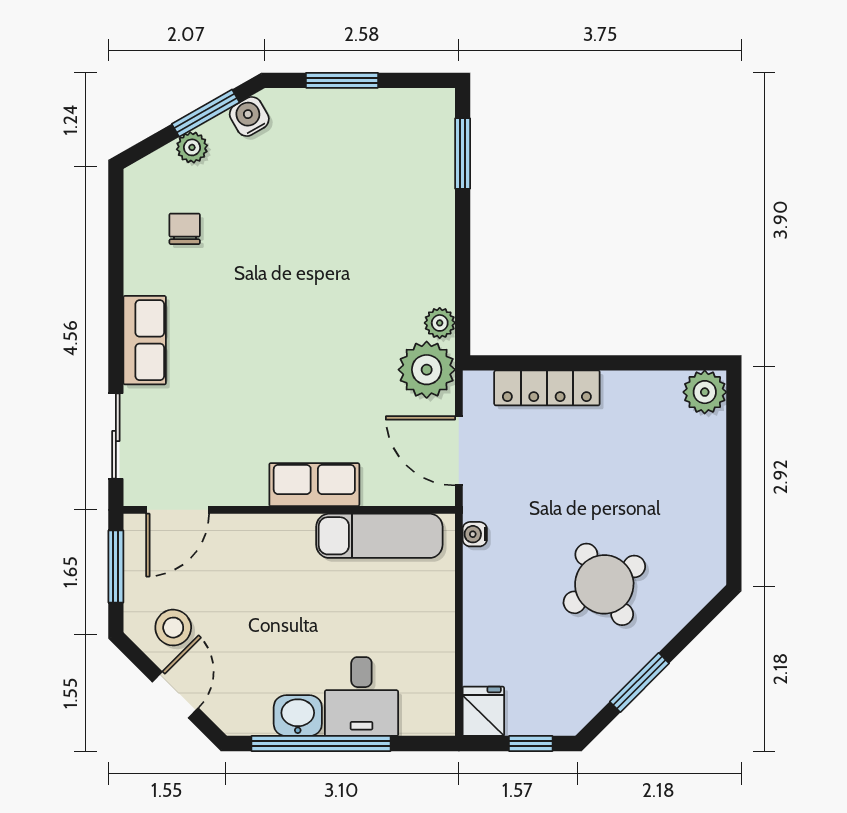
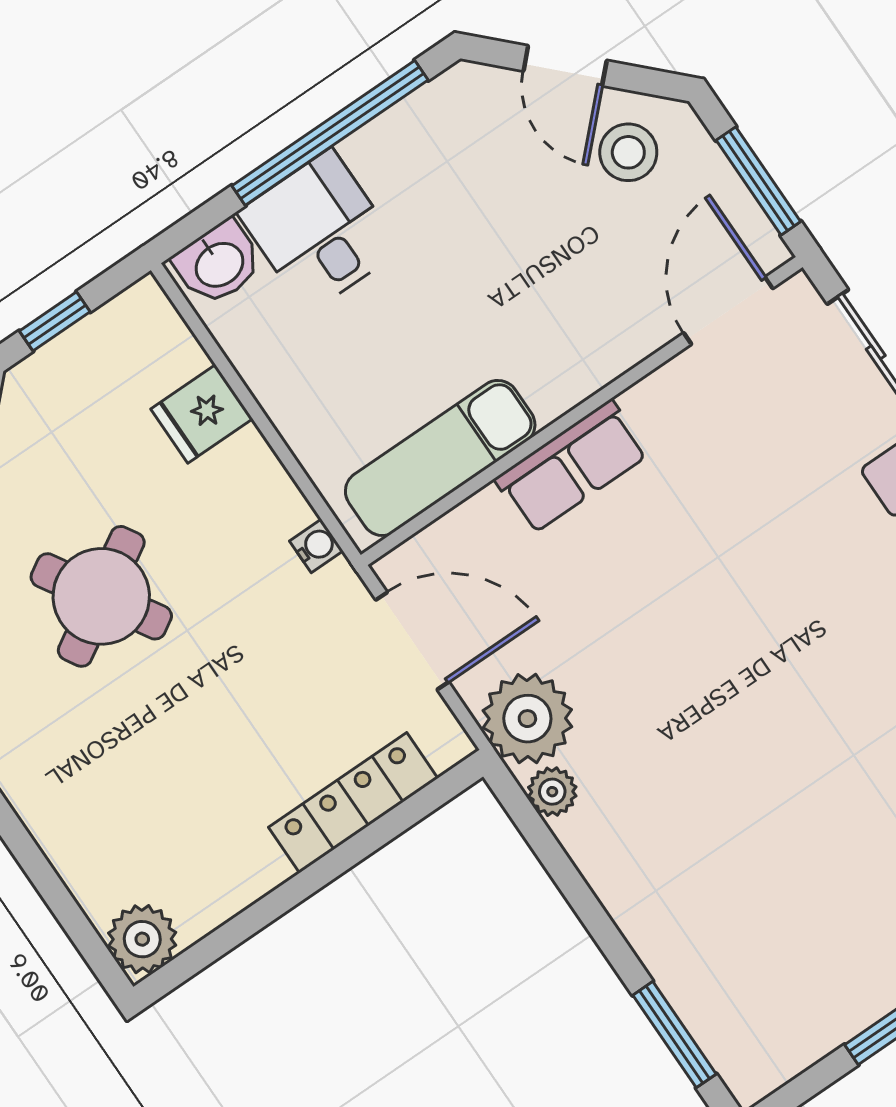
fridge: (483, 711) -> (202, 414), moved, turned 90
washbasin: (298, 716) -> (218, 263), moved

